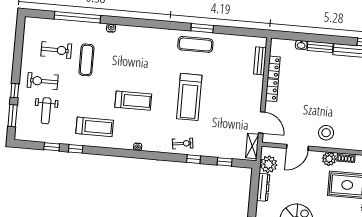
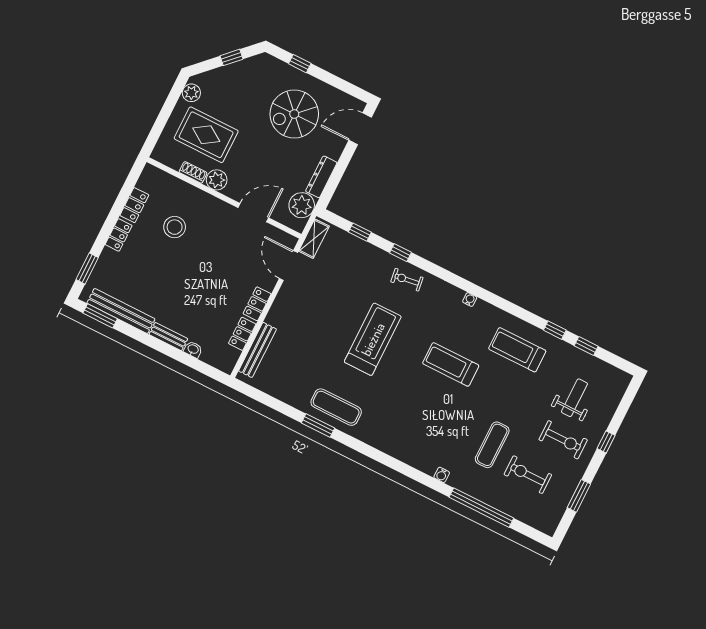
bench: (260, 61) -> (257, 350), width x1.36
window: (13, 116) -> (579, 496), moved
stool: (326, 133) -> (175, 227), moved

